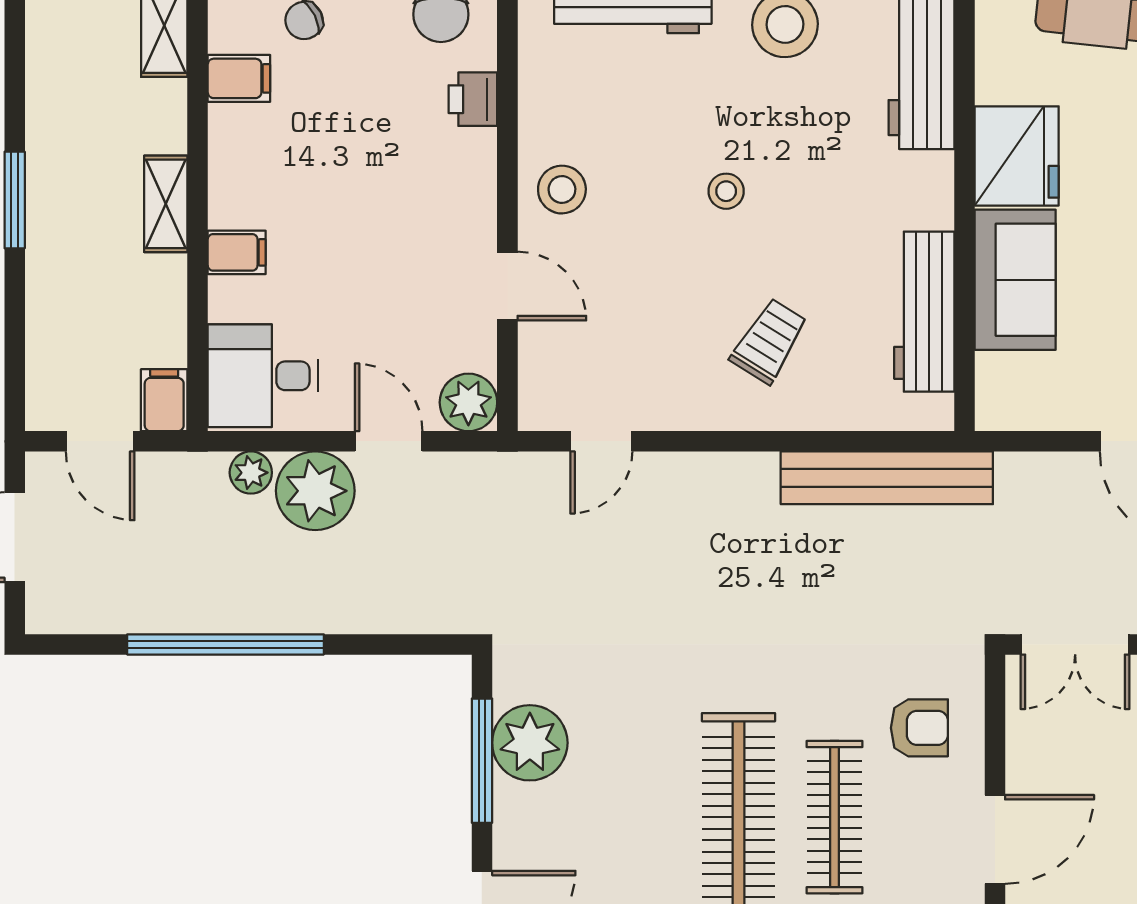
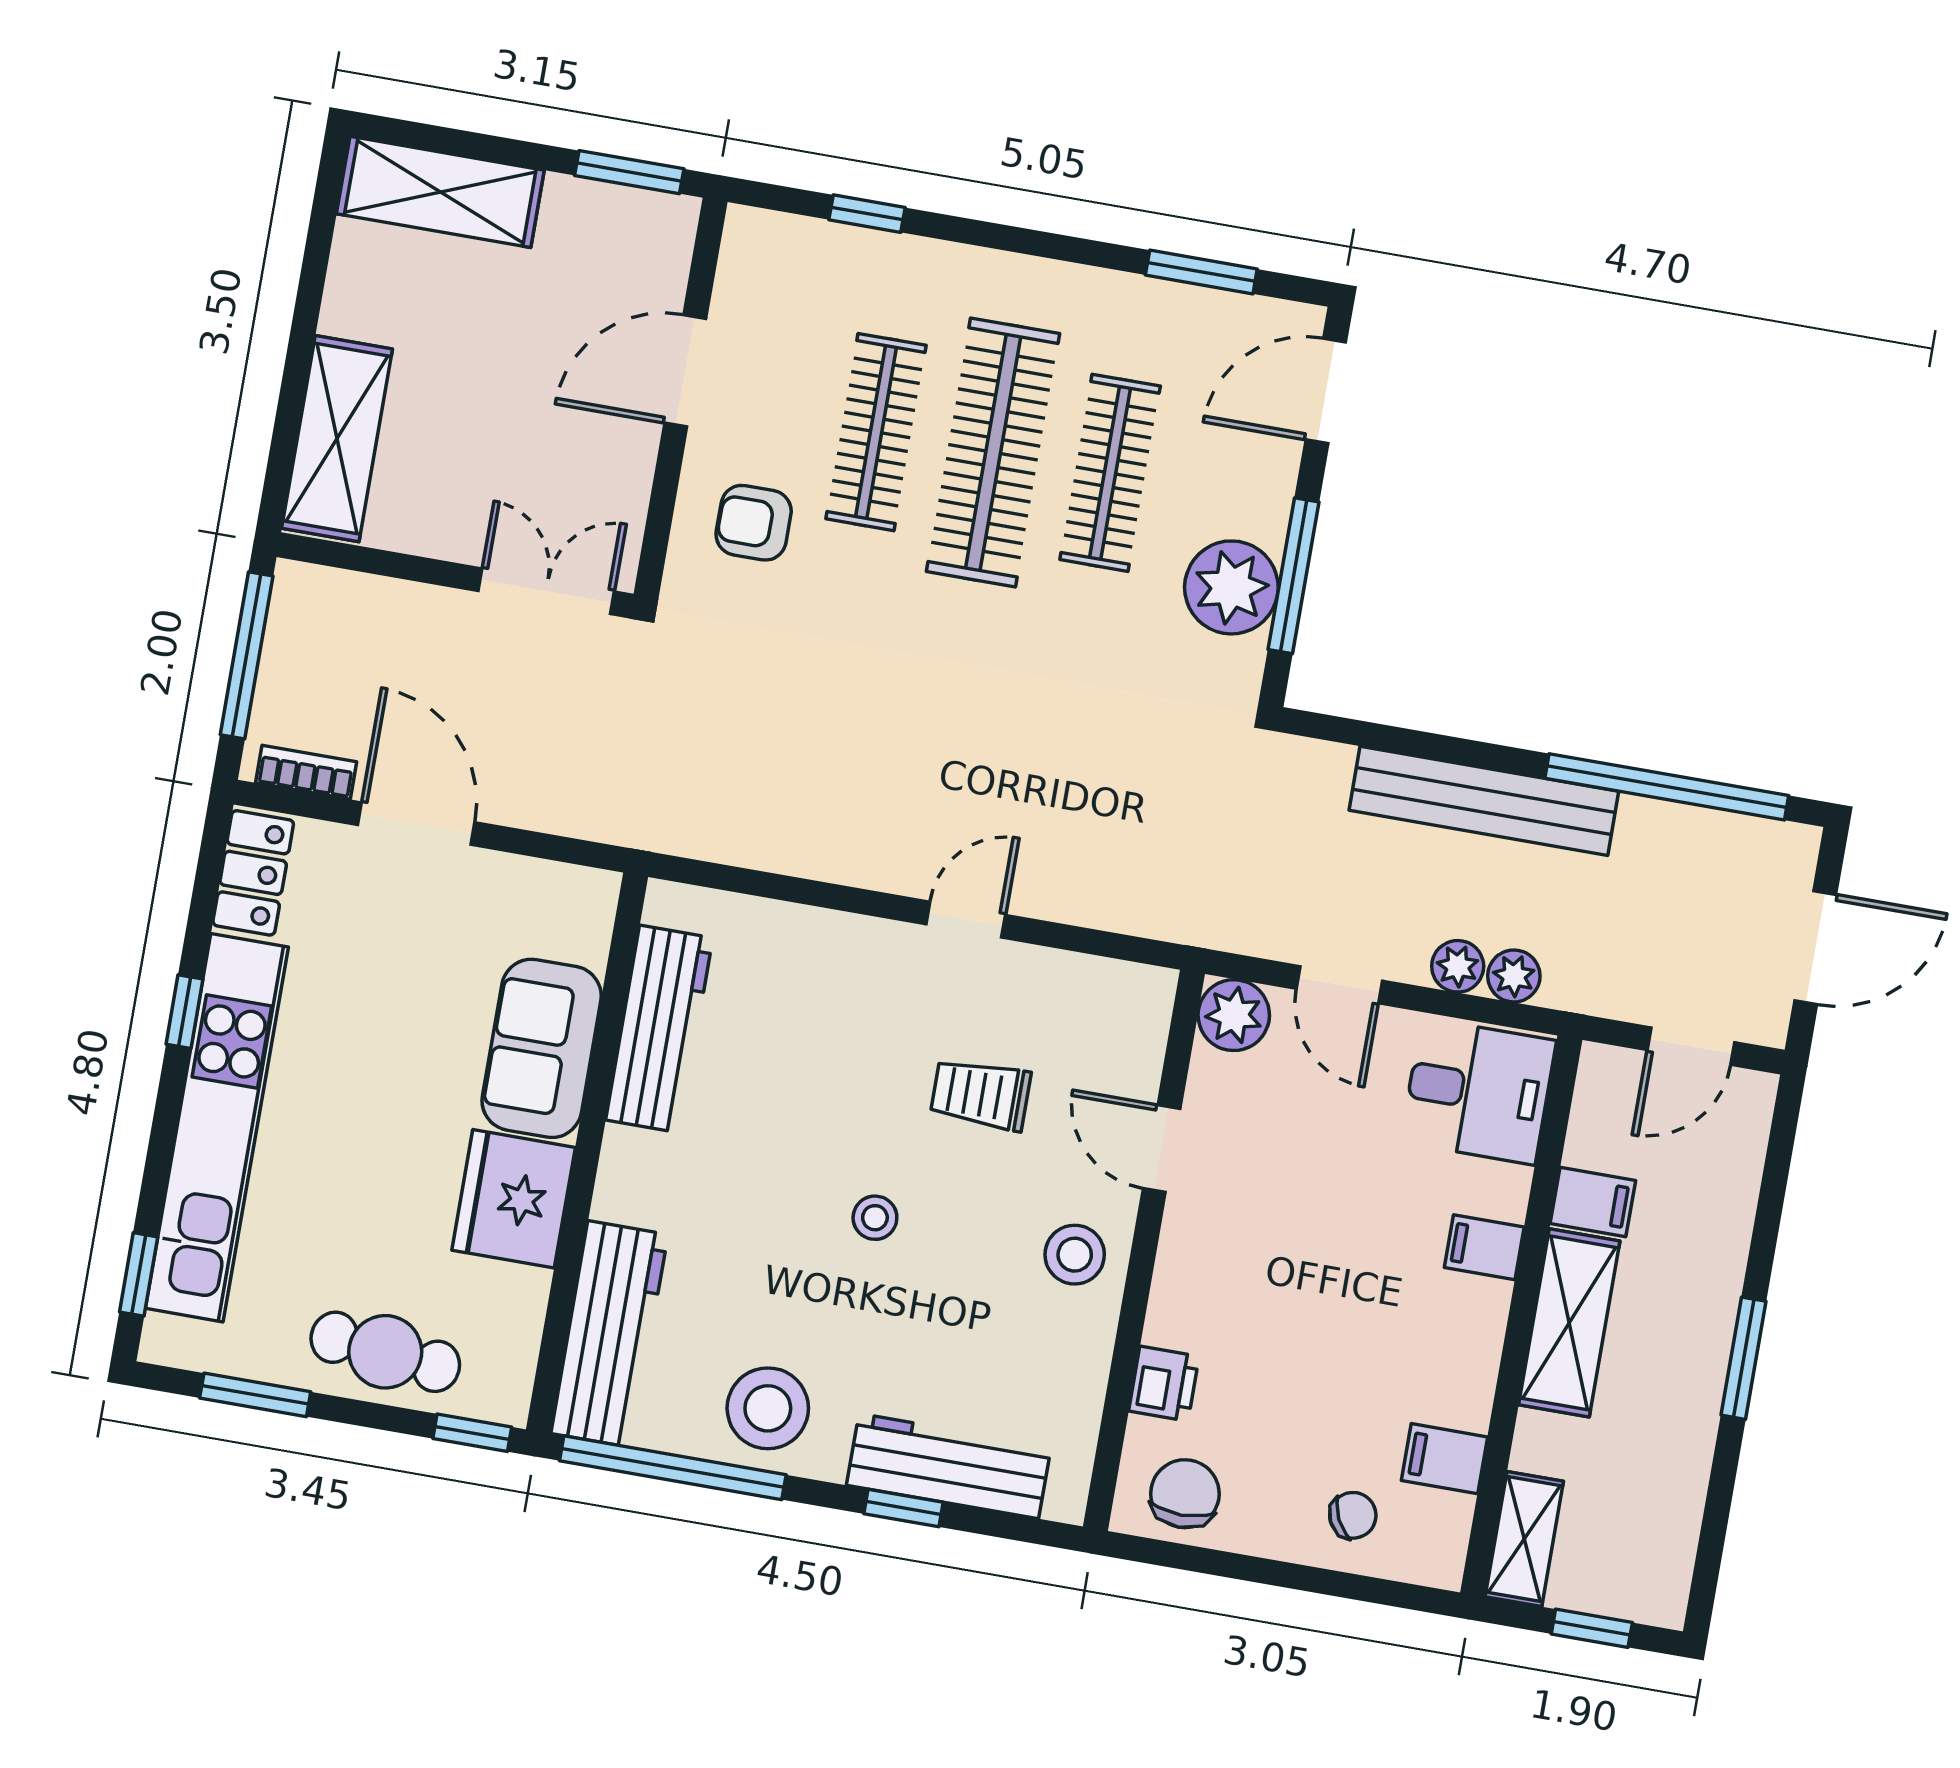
shelving: (166, 204) -> (1569, 1323), width x1.50, depth x1.33
trolley: (769, 341) -> (981, 1094), moved, turned 58
filing cabinet: (164, 400) -> (1593, 1202), moved, turned -90
door: (100, 441) -> (1691, 1046), swing flipped
door: (601, 441) -> (966, 920), moved
bench: (887, 478) -> (1484, 801), moved
plant: (315, 491) -> (1458, 966), width x0.53, depth x0.53
window: (226, 644) -> (1667, 787), moved
clothes rail: (642, 817) -> (1110, 473), added

